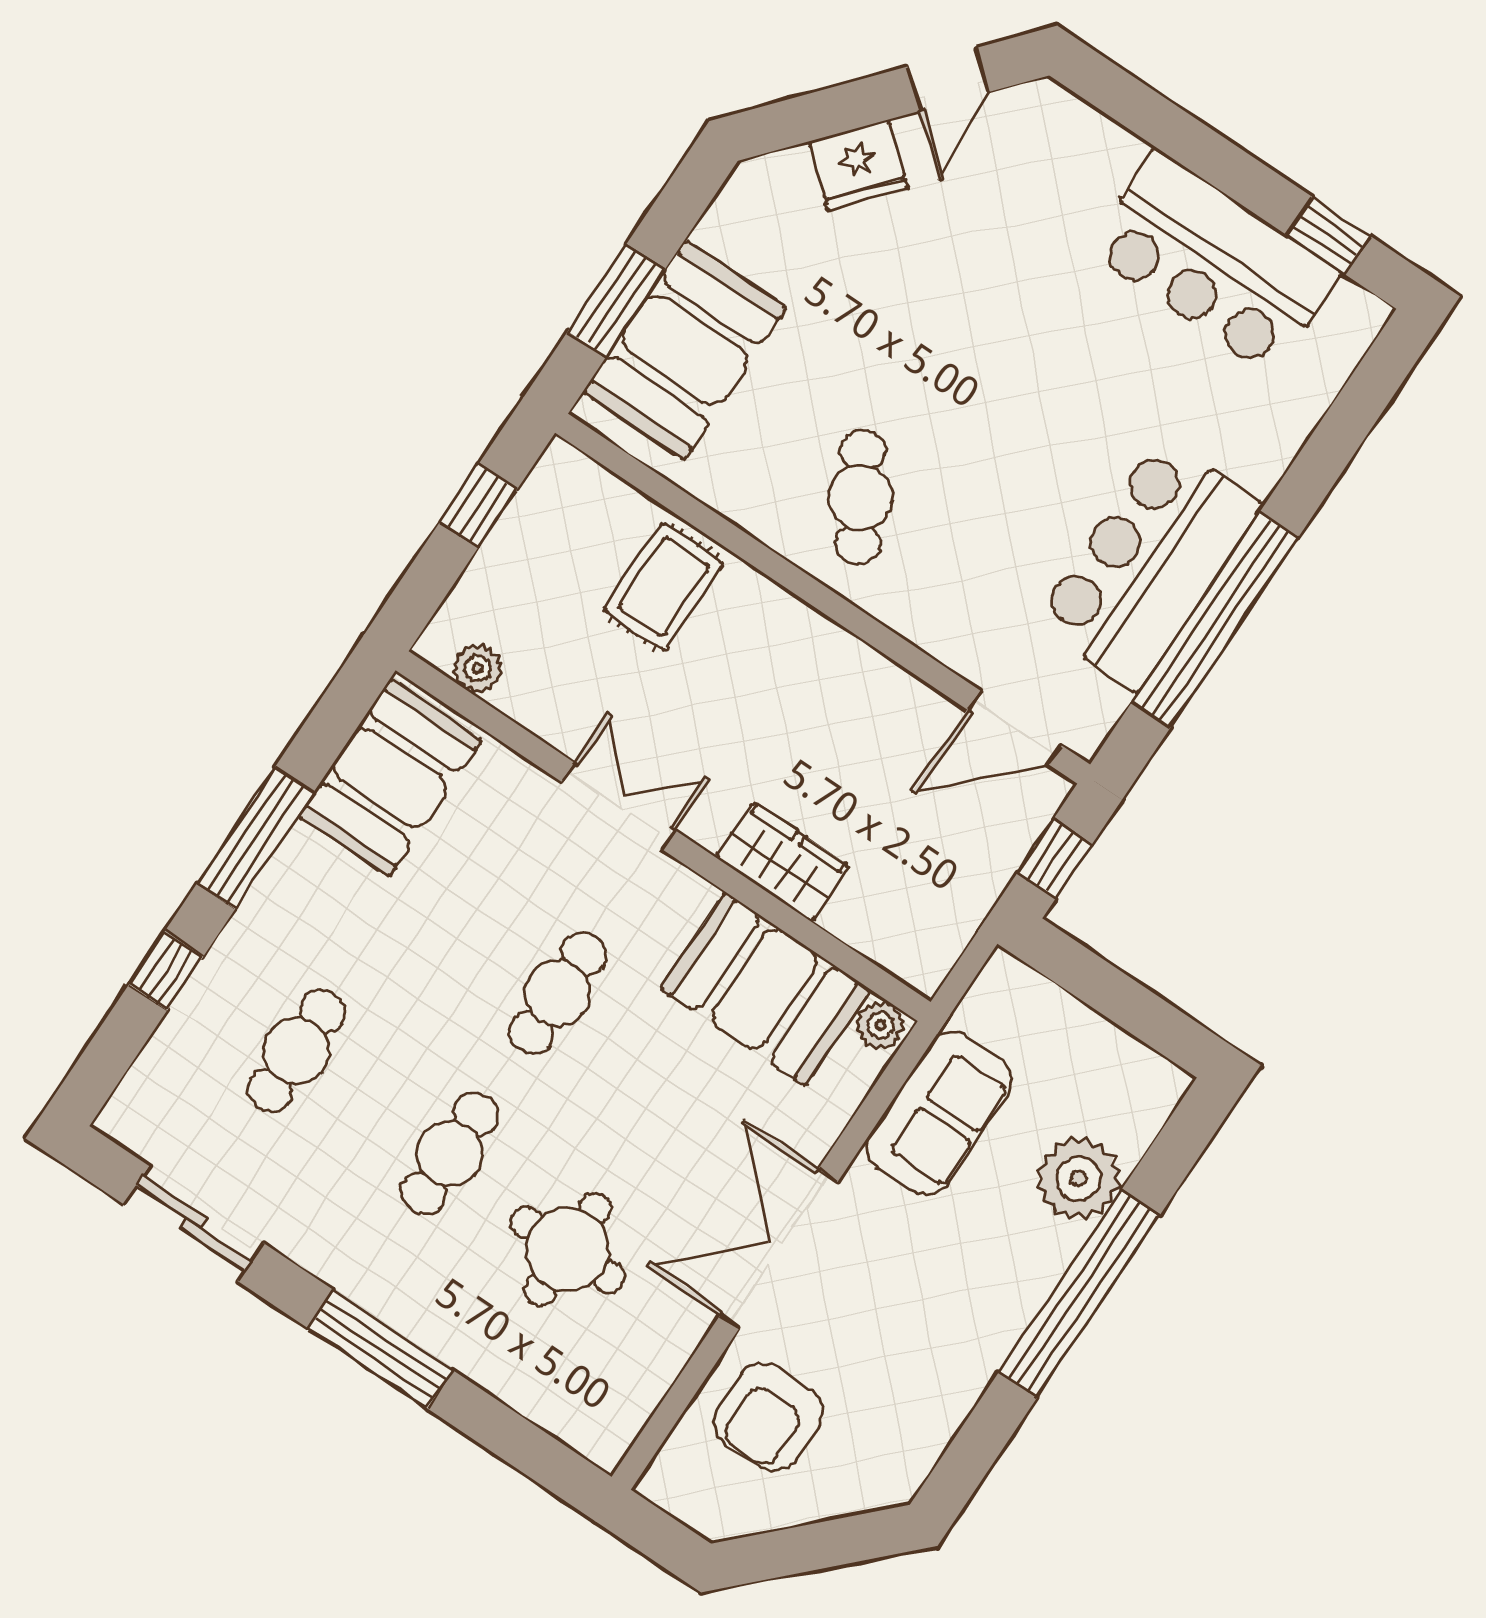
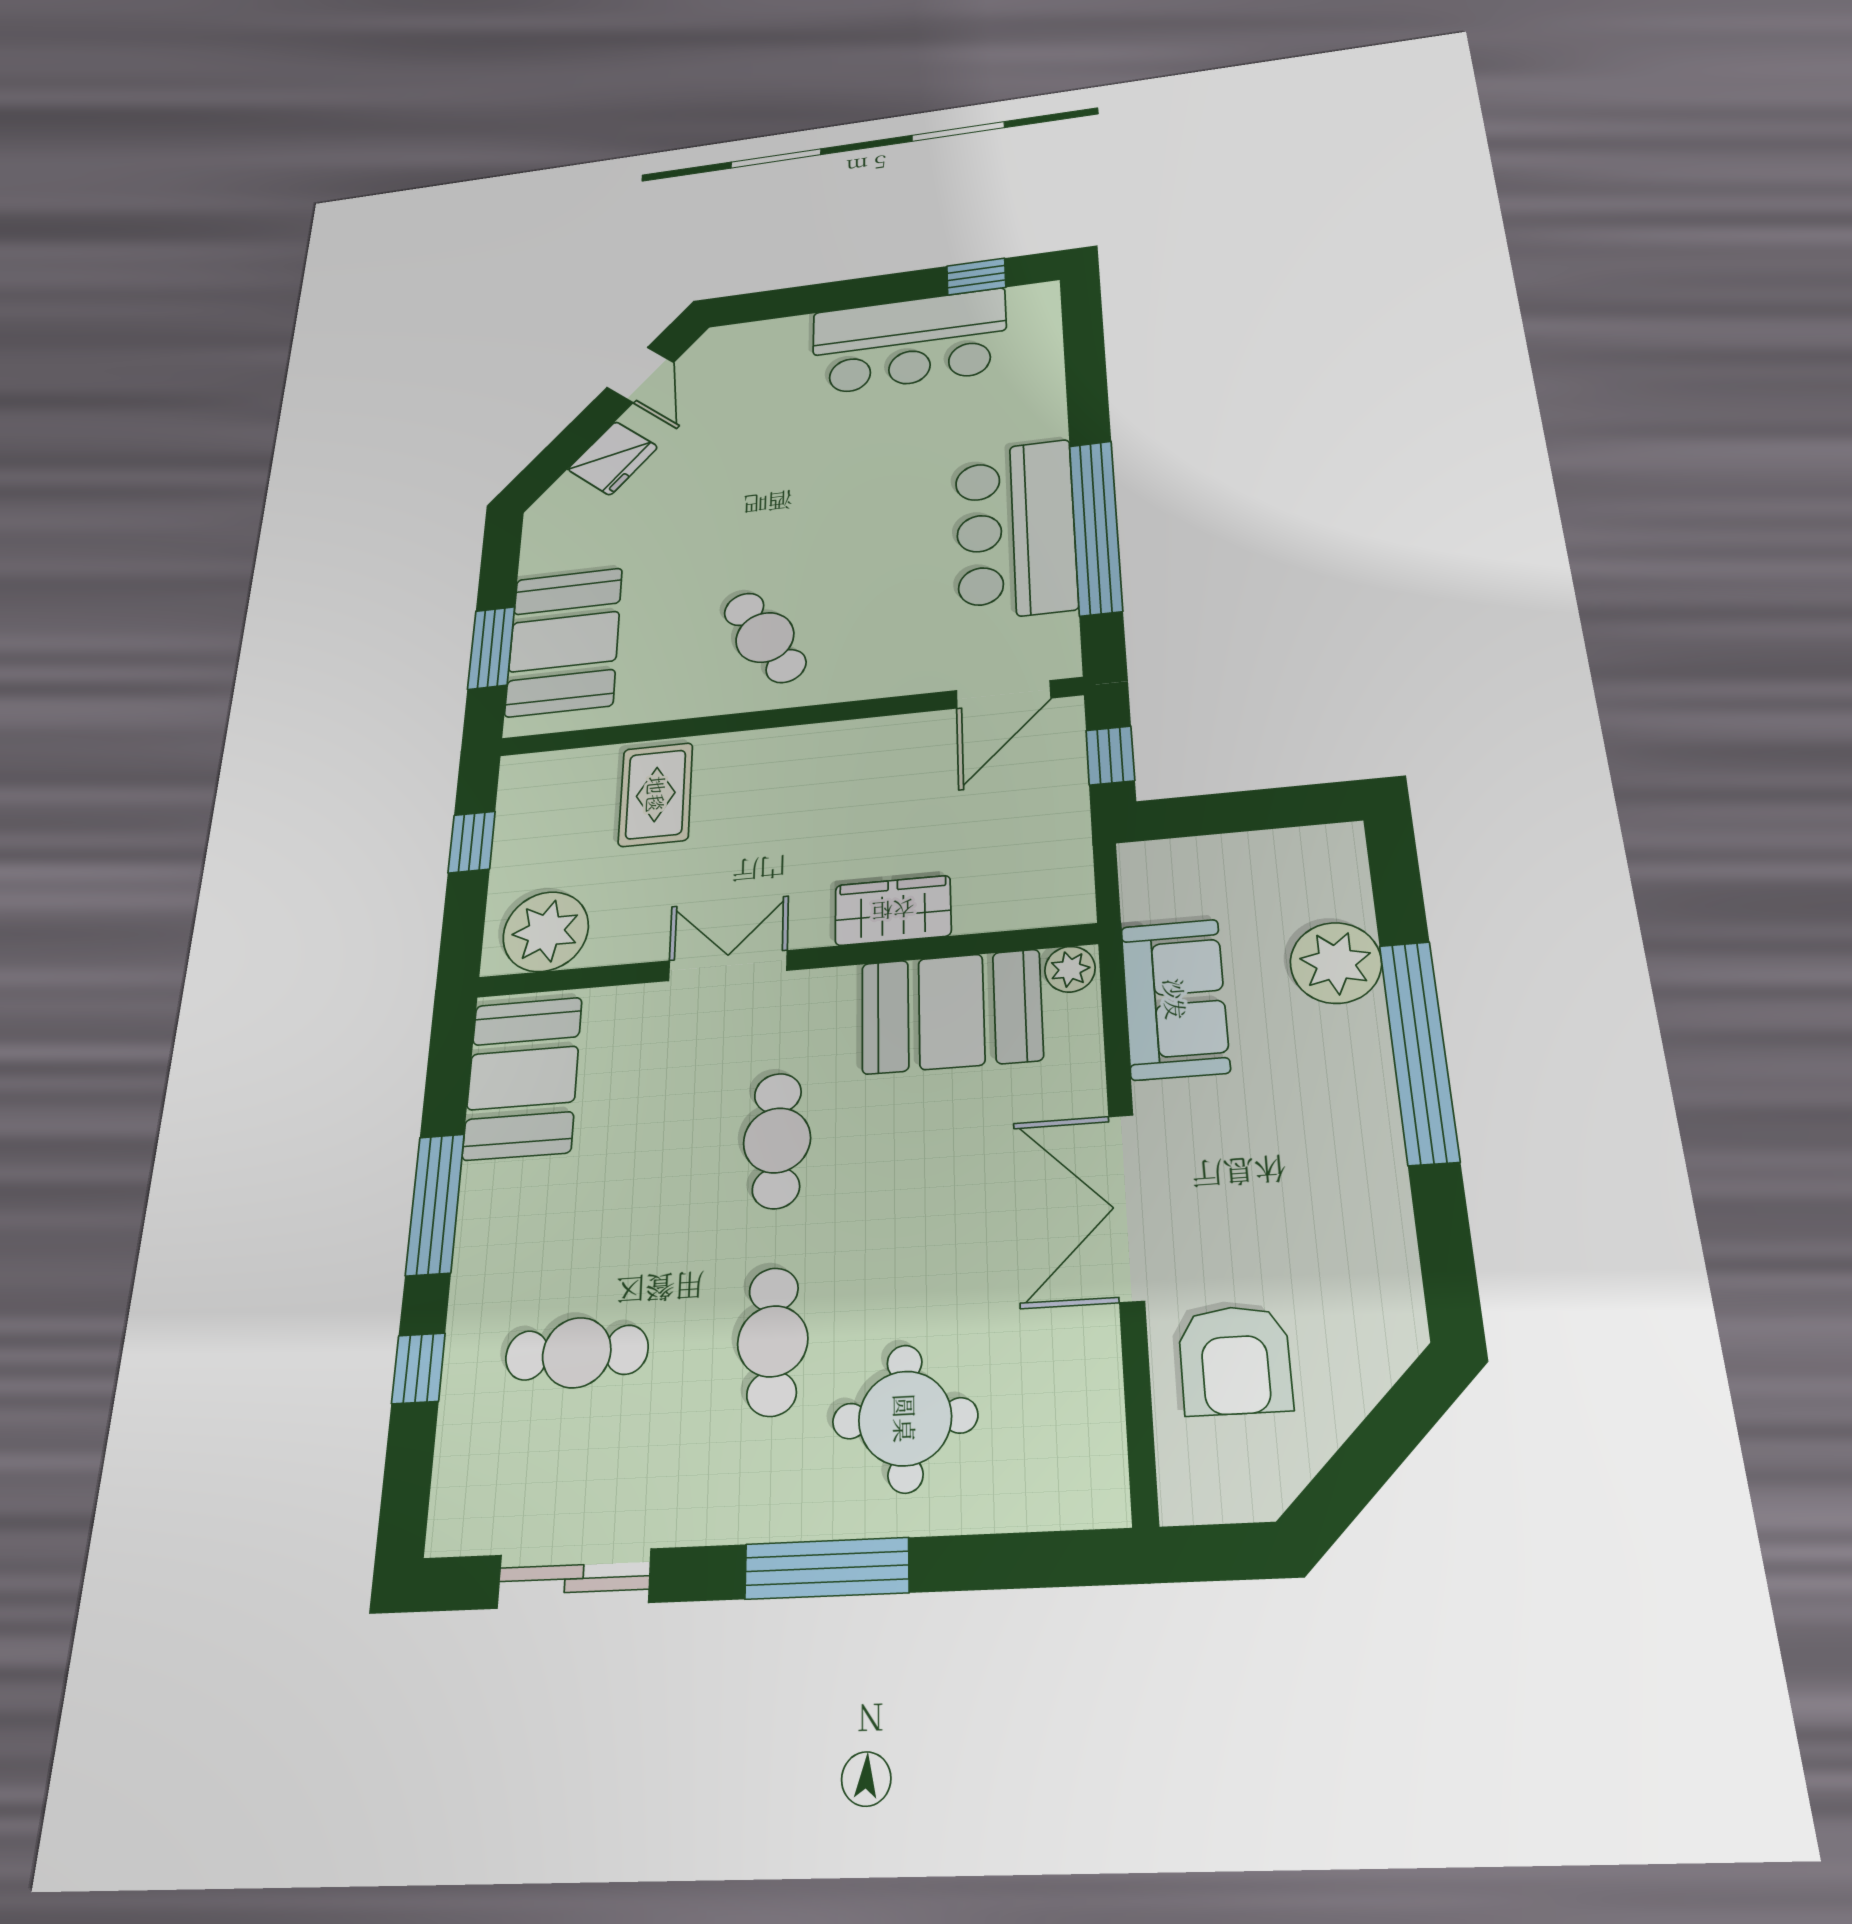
plant: (478, 668) -> (546, 932), width x1.87, depth x1.87
cafe table: (296, 1051) -> (577, 1353), turned 90
round table: (568, 1250) -> (905, 1418), moved

